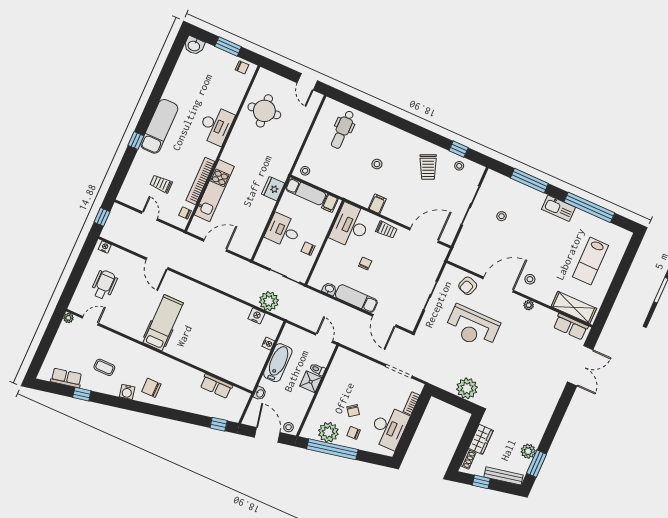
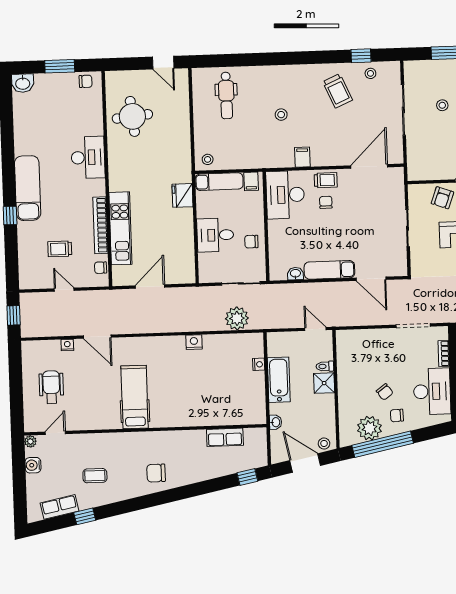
nightstand: (105, 247) -> (67, 345), moved
chair: (365, 264) -> (326, 202), moved
nightstand: (257, 316) -> (194, 342), moved
water cooler: (127, 392) -> (33, 465), moved, turned 102

